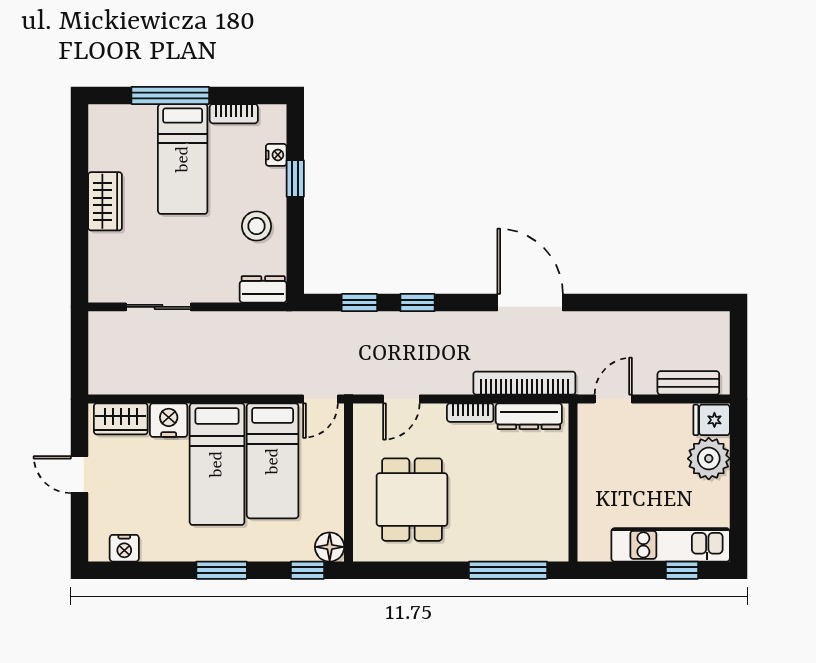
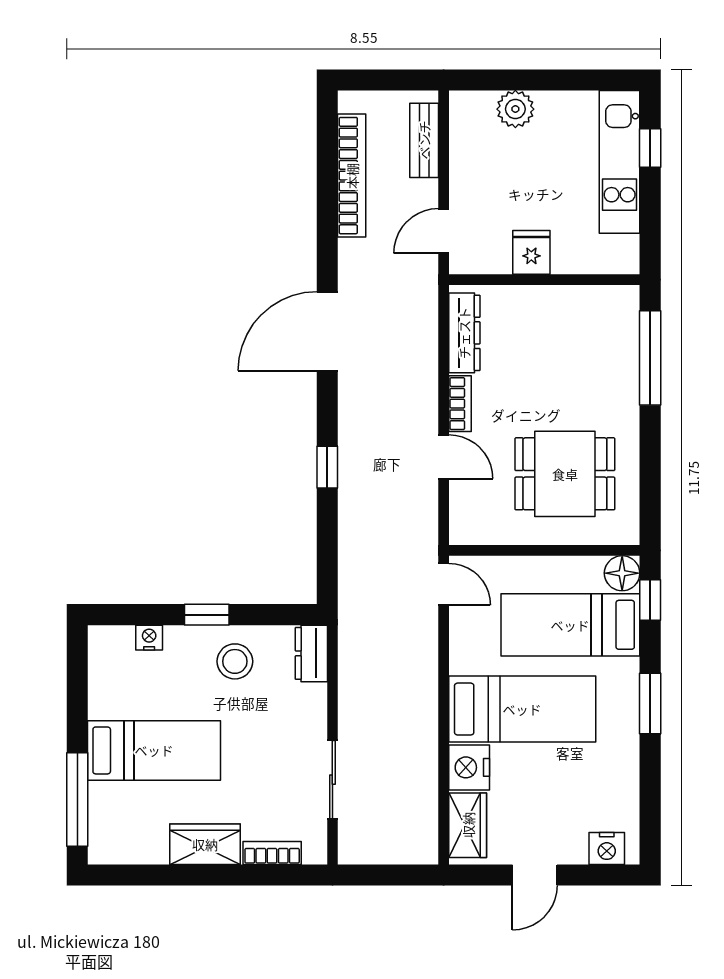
window: (170, 95) -> (77, 800), moved
bookcase: (234, 114) -> (272, 853), moved, turned -90
window: (295, 178) -> (207, 615), moved
window: (359, 303) -> (327, 537), removed
bookcase: (524, 383) -> (352, 176), moved, turned 180
door: (401, 399) -> (444, 457), moved
door: (613, 399) -> (444, 231), hinge flipped
fridge: (712, 420) -> (531, 252), moved, turned 180
plant: (709, 459) -> (515, 109), width x0.73, depth x0.73
bed: (273, 461) -> (570, 625), moved, turned 180
nightstand: (124, 548) -> (607, 848), moved, turned 90

